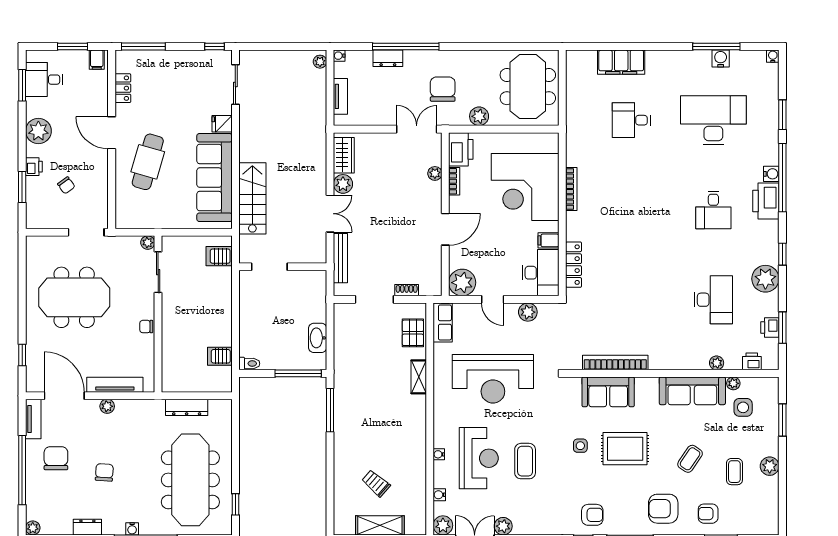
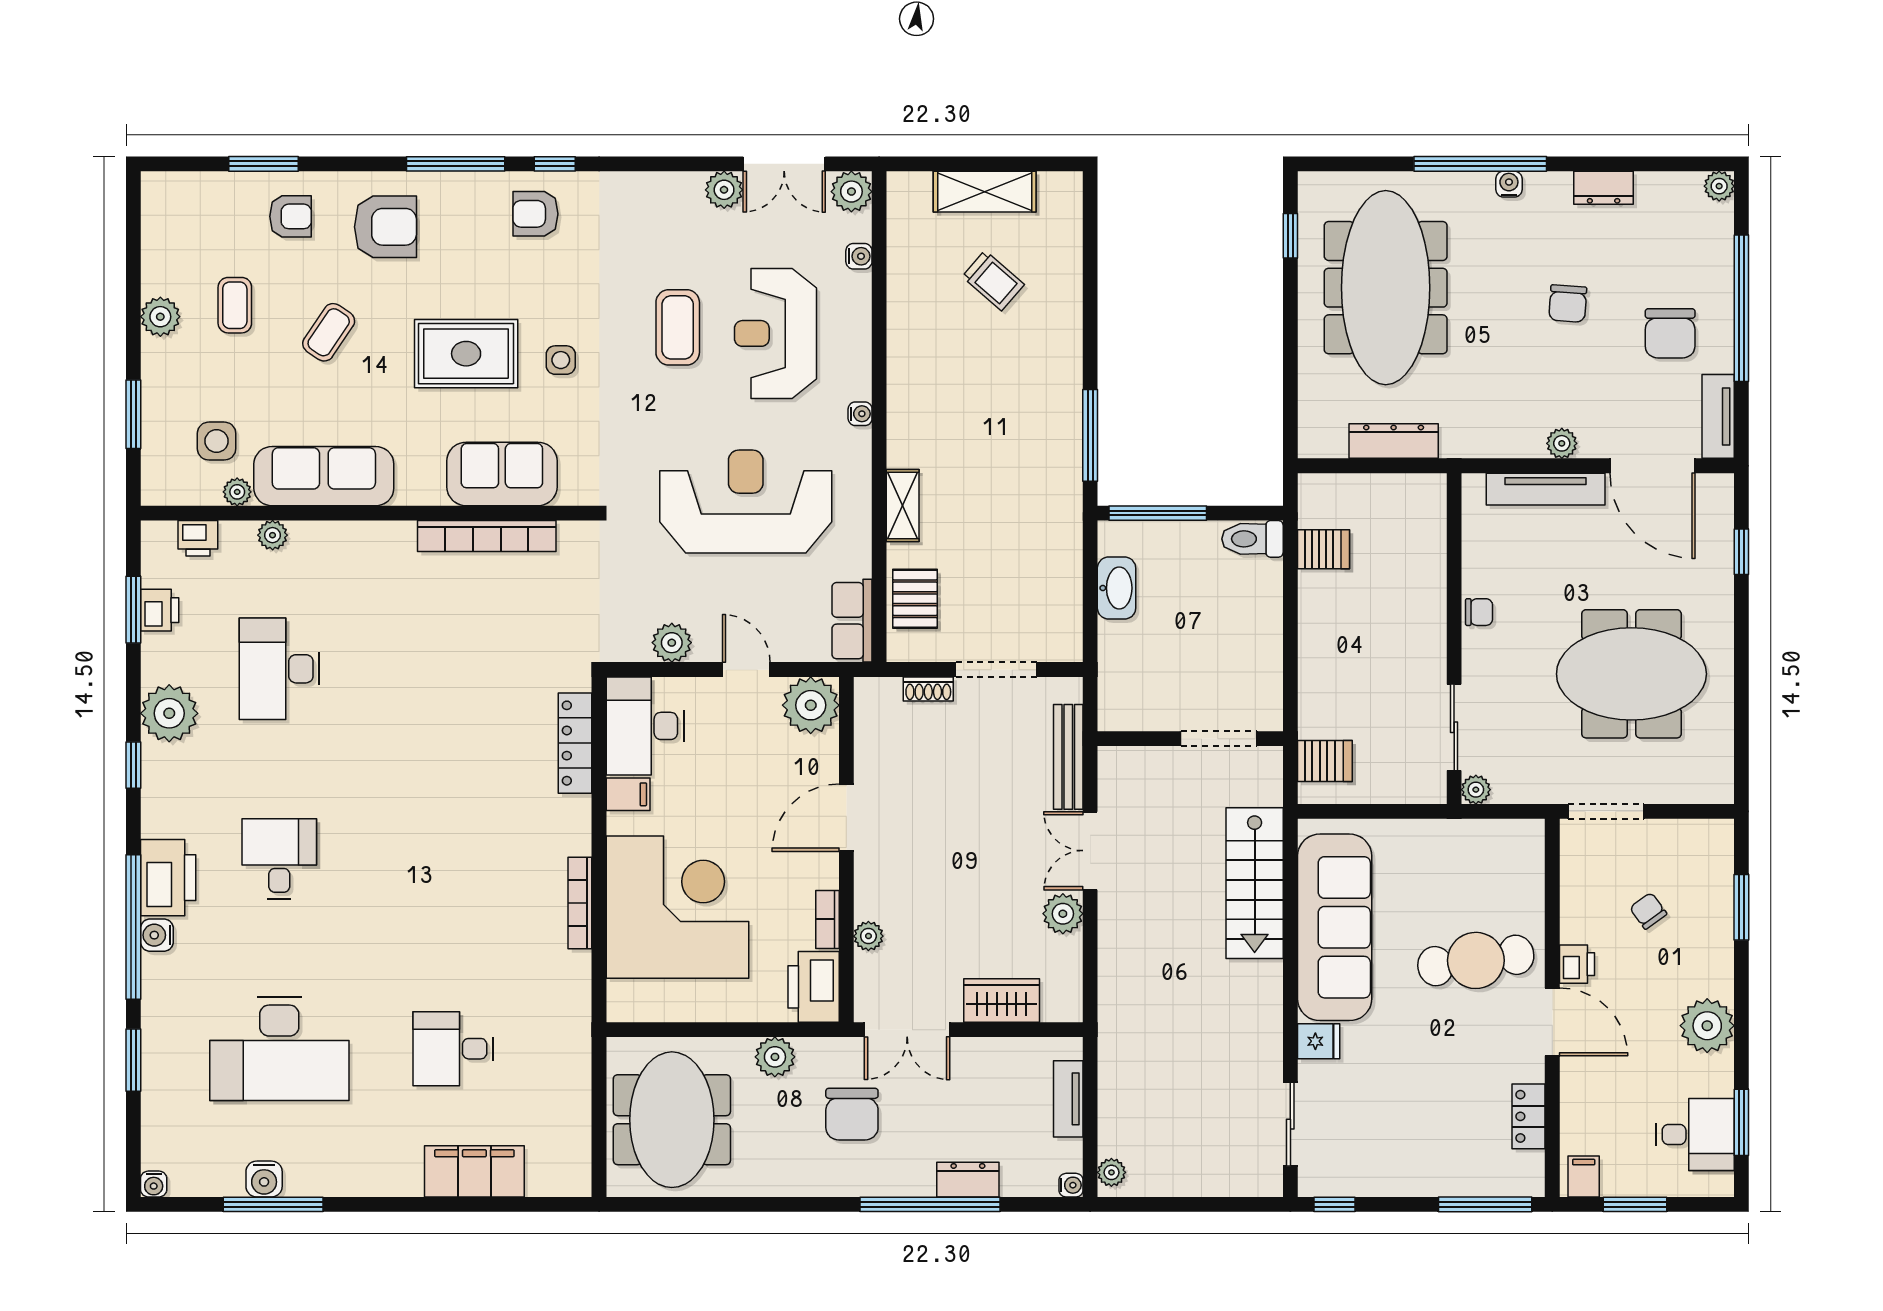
desk: (631, 120) -> (453, 1049), turned 180
wardrobe: (344, 155) -> (1002, 1001), moved, turned 90
cafe table: (148, 162) -> (1476, 960), turned 66
printer: (34, 167) -> (1577, 964), moved, turned 180
toilet: (249, 363) -> (1252, 539), width x1.37, depth x1.39
water cooler: (439, 454) -> (860, 414), moved

